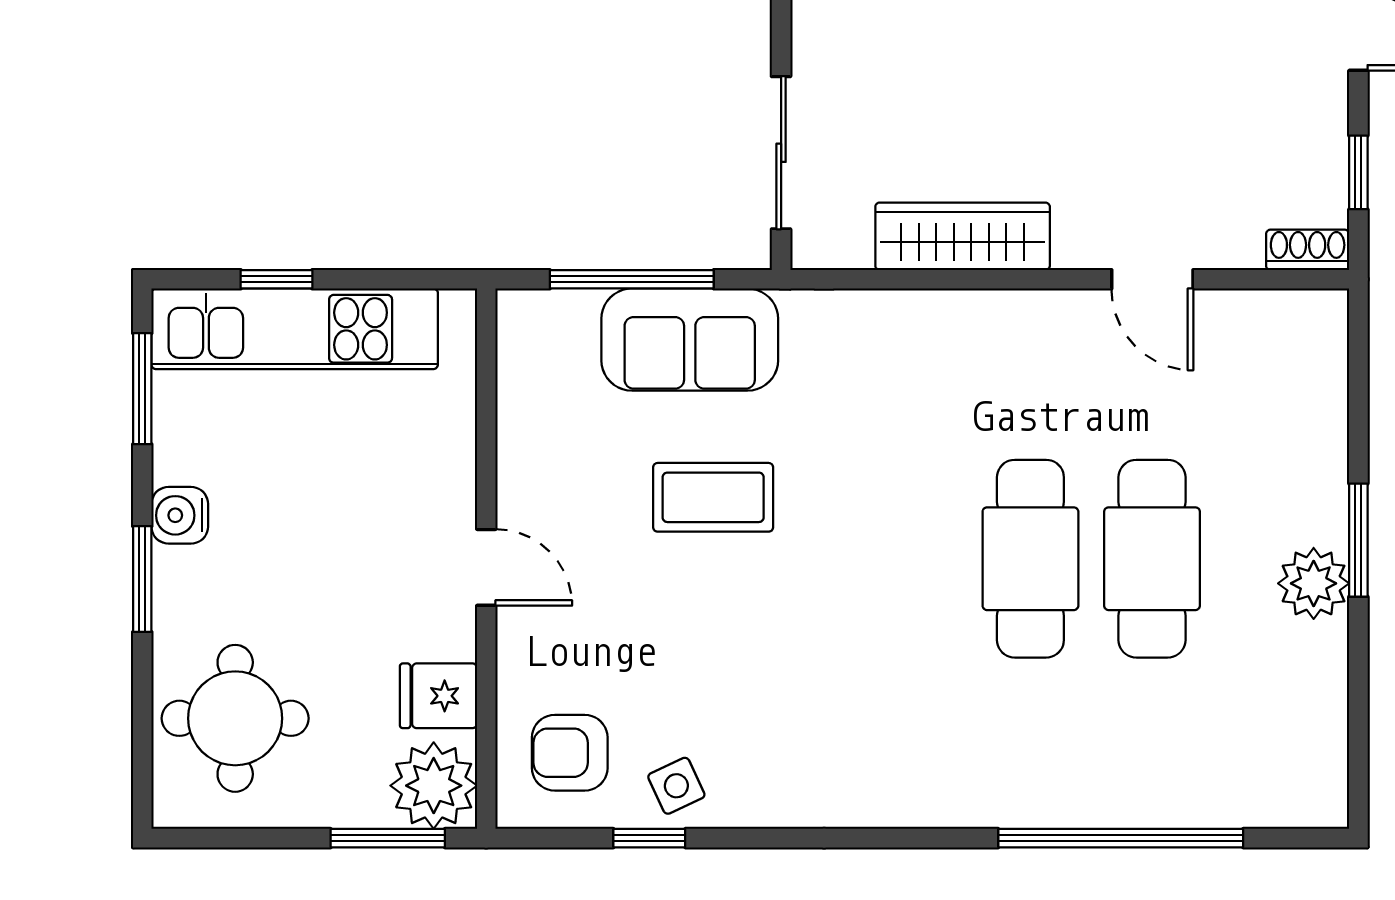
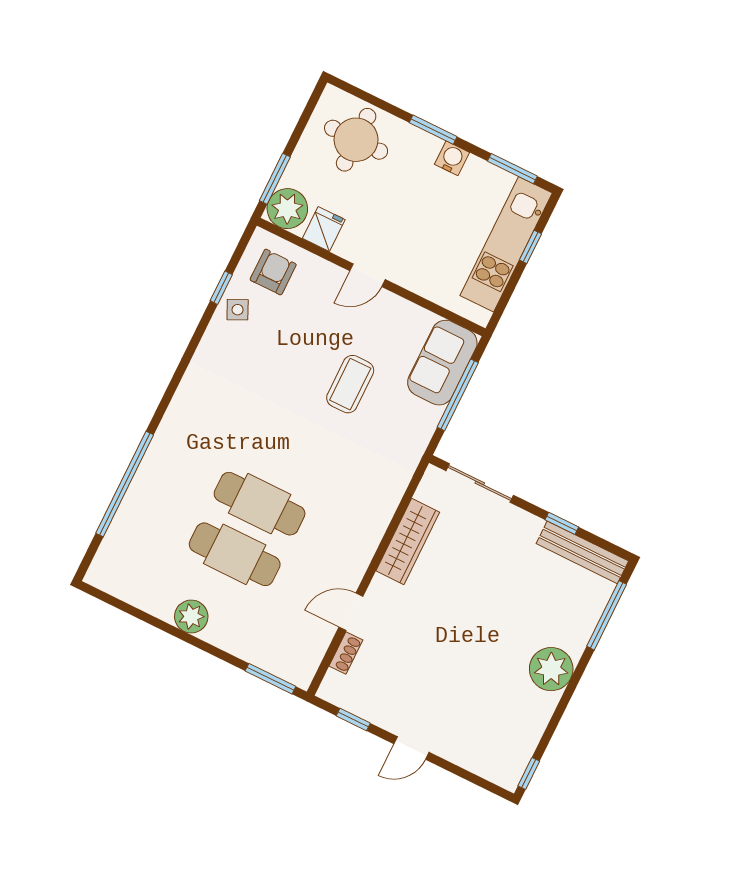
shoe rack: (1308, 250) -> (346, 653), moved
sofa: (690, 340) -> (442, 363), moved
window: (1358, 540) -> (270, 679), moved

